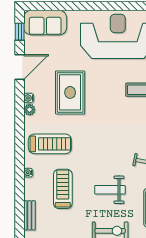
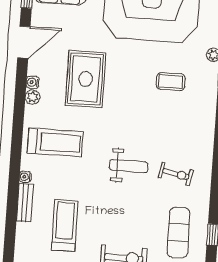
treadmill: (63, 189) -> (65, 226), moved
weight bench: (110, 190) -> (129, 166), moved, turned 180
bench: (29, 215) -> (25, 203), moved

